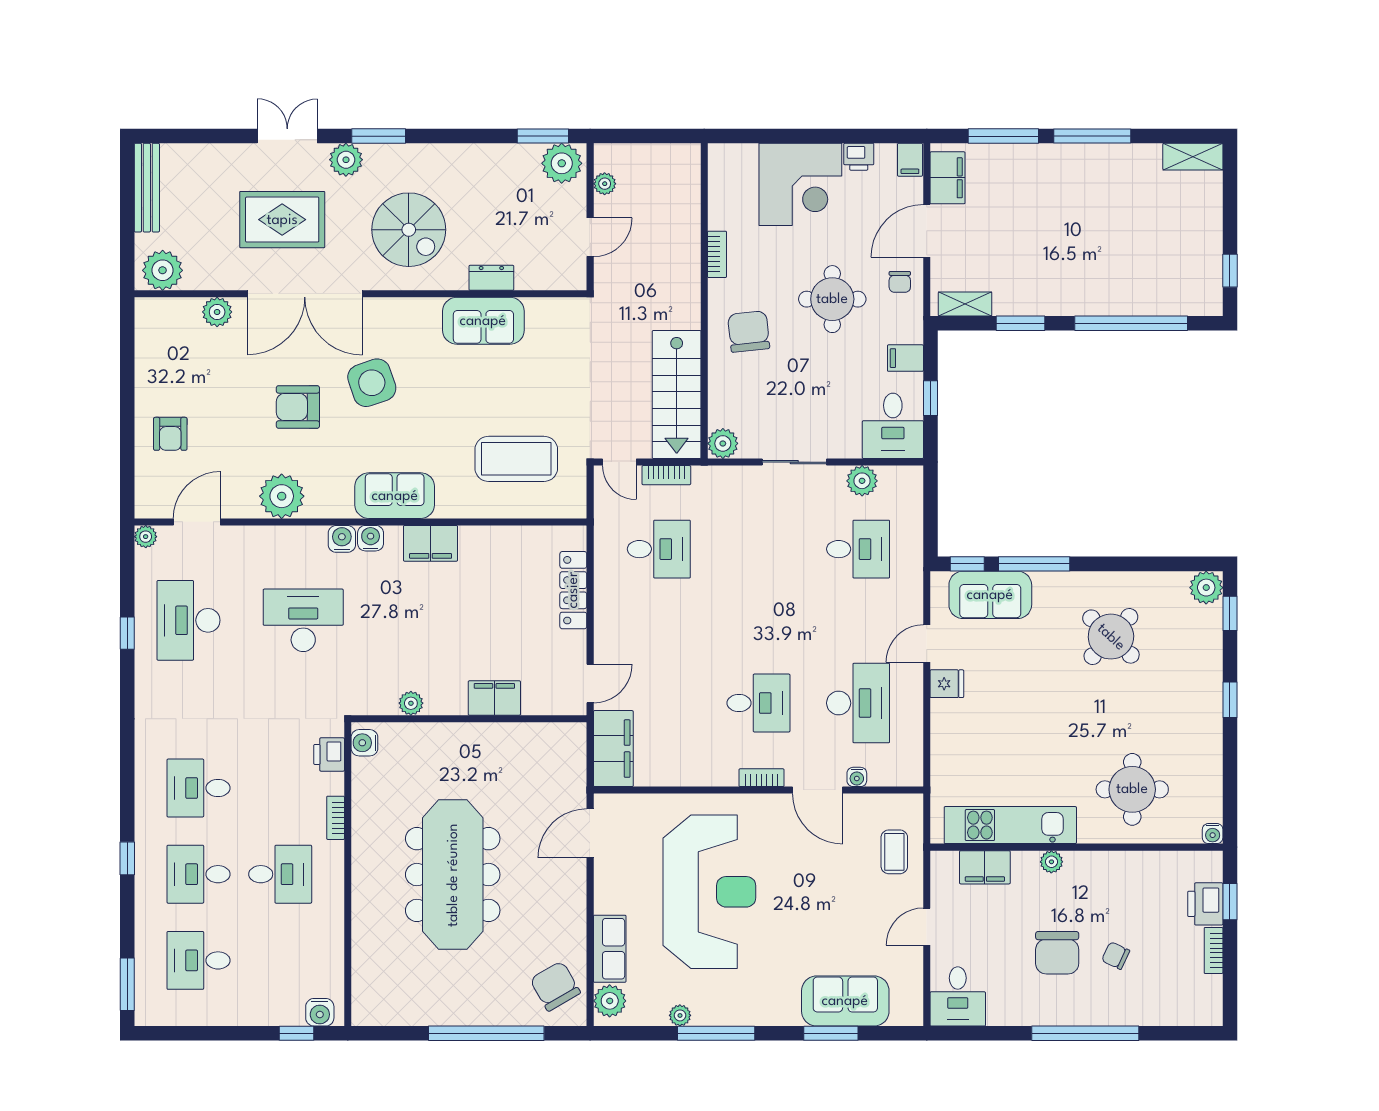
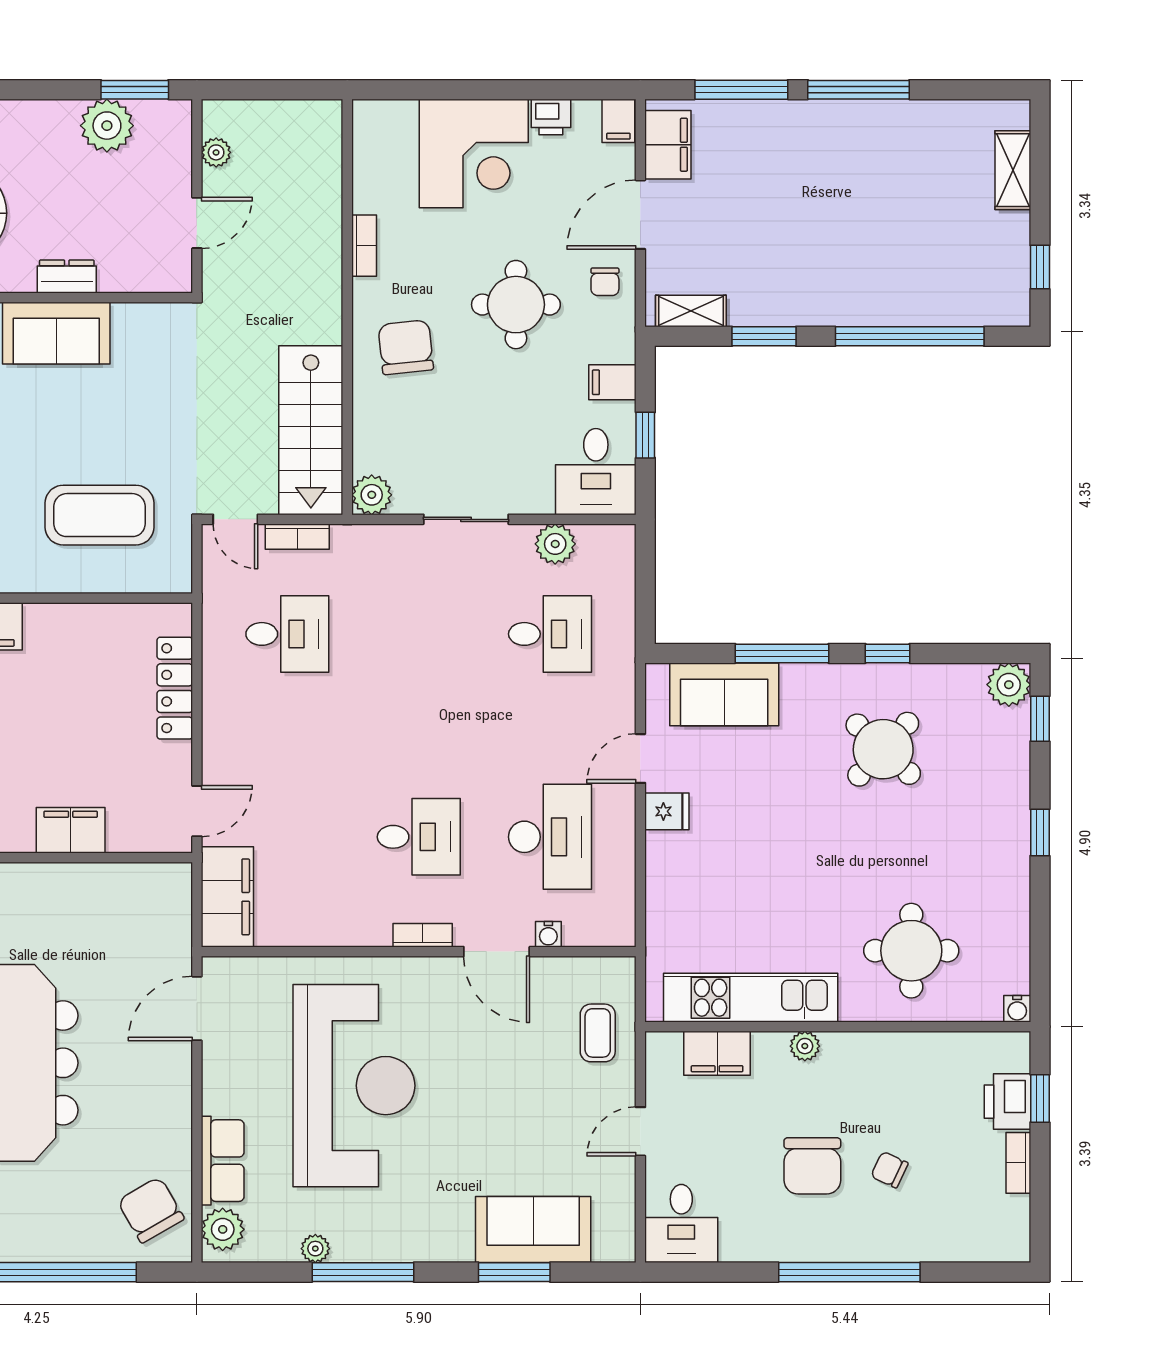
shelving: (1193, 157) -> (1013, 170), moved, turned 90
plant: (562, 163) -> (107, 126), moved
window: (967, 564) -> (888, 653), moved

